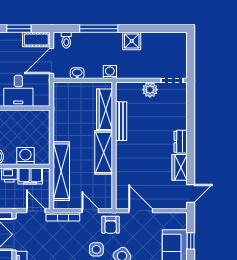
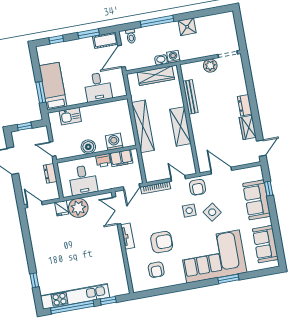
washbasin: (77, 73) -> (161, 60), moved
wardrobe: (104, 109) -> (156, 76), moved, turned -90
shelving: (61, 171) -> (143, 126), moved
door: (36, 211) -> (132, 187), swing flipped

